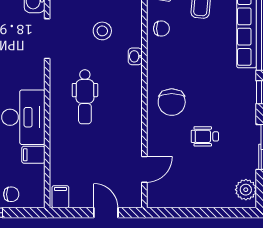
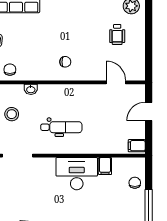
chair: (172, 102) -> (65, 62), width x0.54, depth x0.54
wheelchair: (205, 136) -> (117, 34), moved

